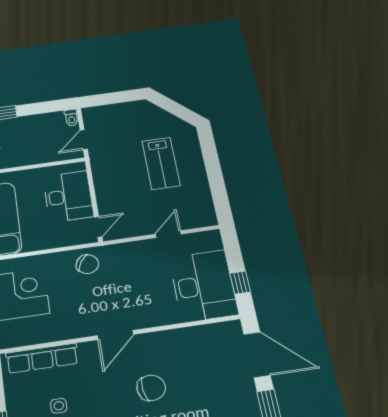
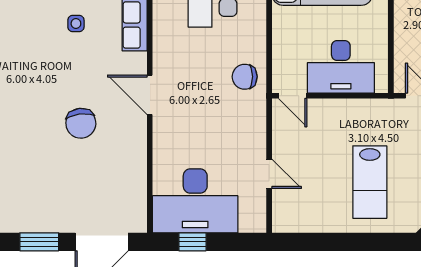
lab bench: (161, 163) -> (370, 182), turned -90
chair: (87, 264) -> (245, 77), turned 59

